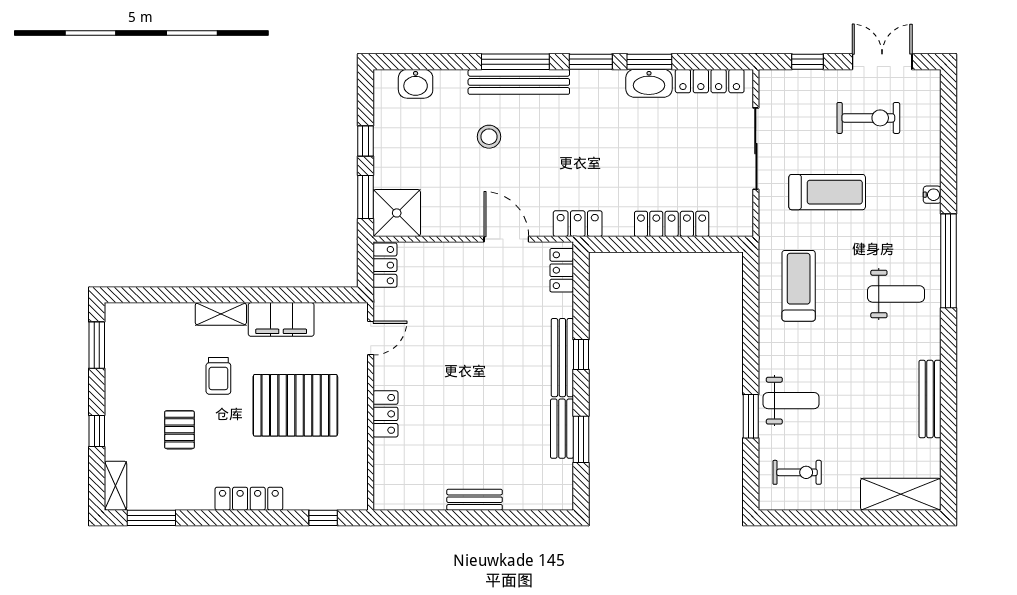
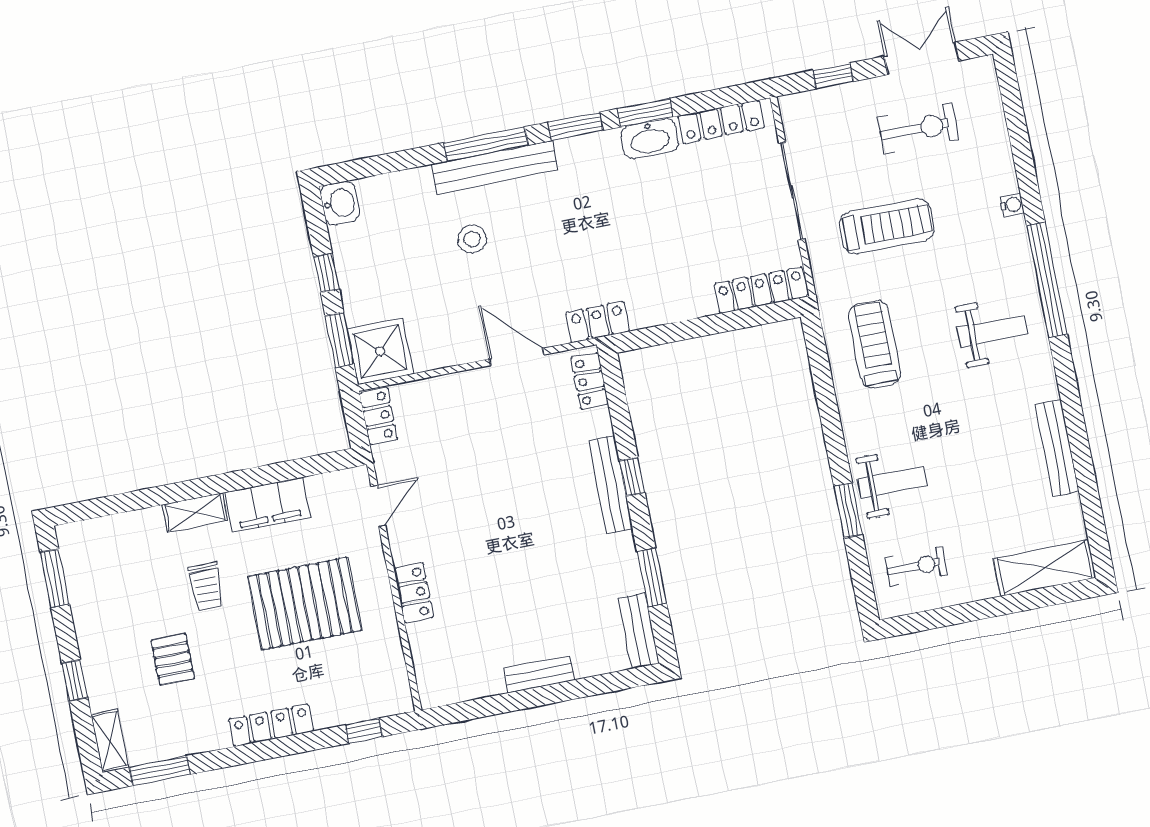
washbasin: (416, 84) -> (340, 203), moved, turned -90
locker: (672, 224) -> (761, 290), moved
bench: (562, 429) -> (639, 631), moved

